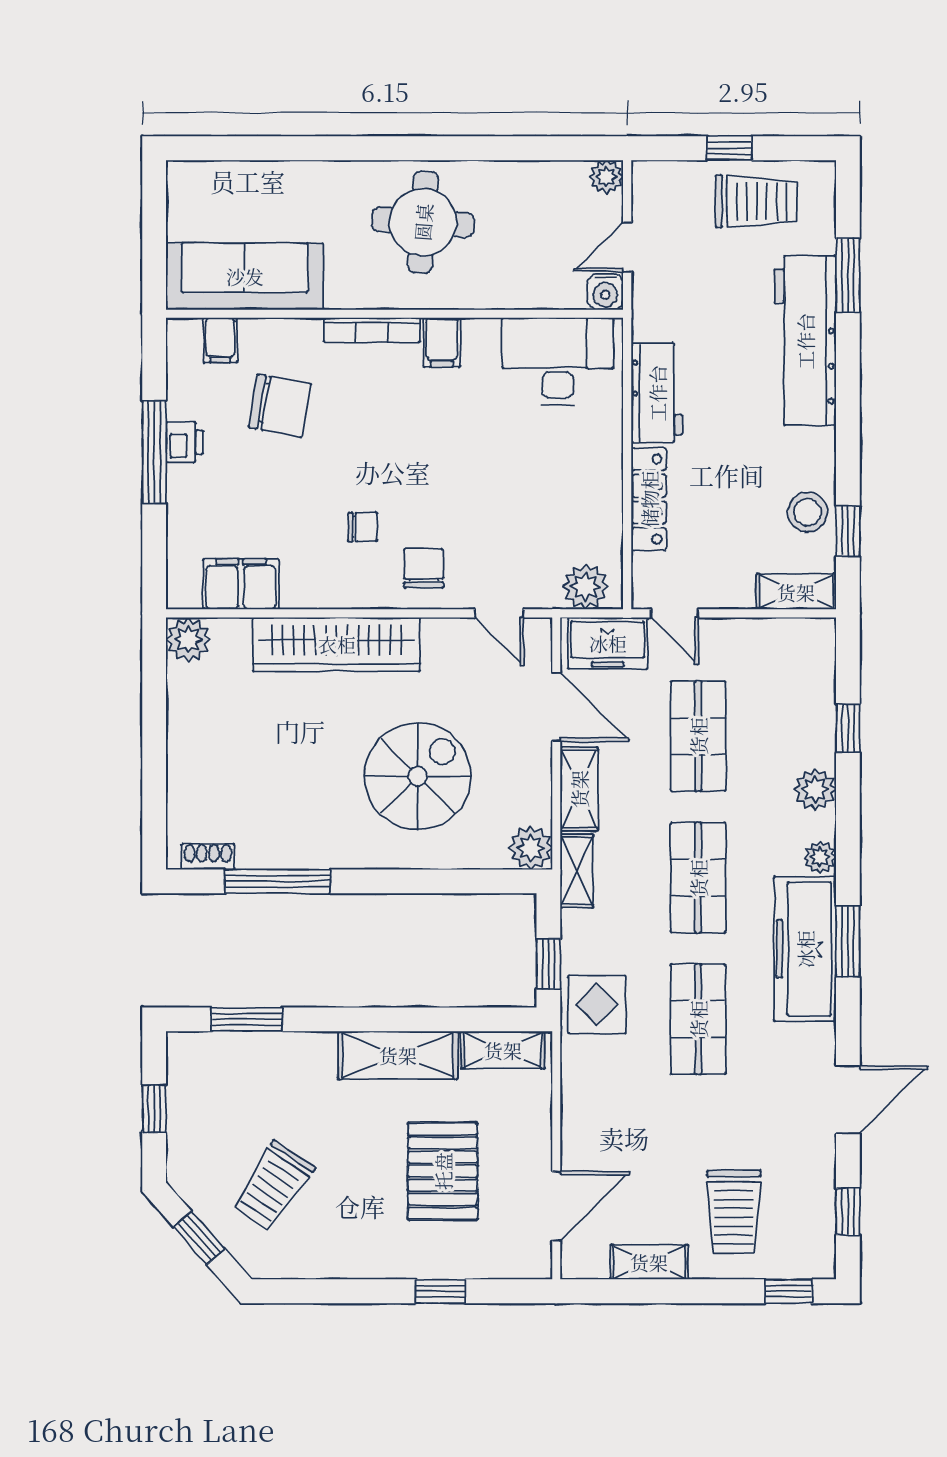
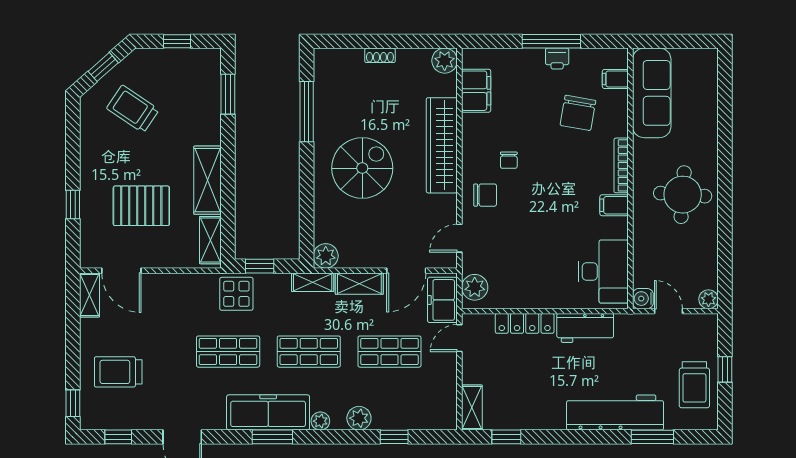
stool: (808, 512) -> (517, 414), removed
spiral stairs: (418, 776) -> (362, 168), moved, turned -90
shoe rack: (208, 857) -> (380, 55), moved, turned 90
shelving: (649, 1262) -> (89, 295), moved

